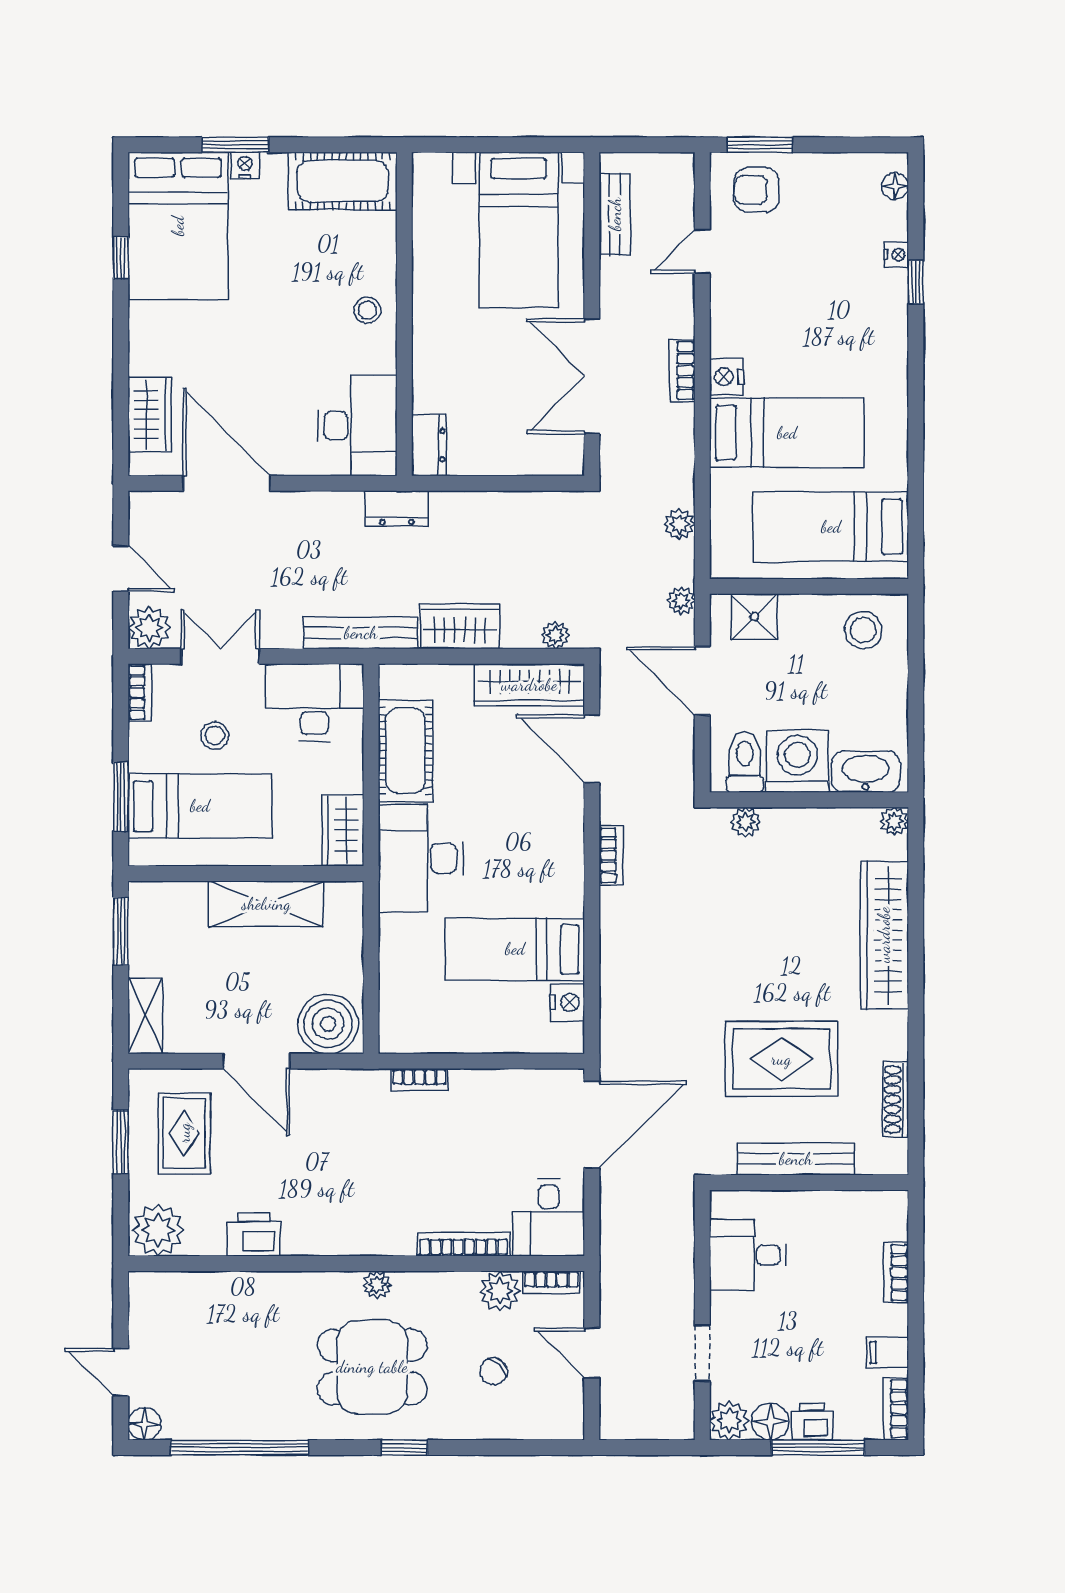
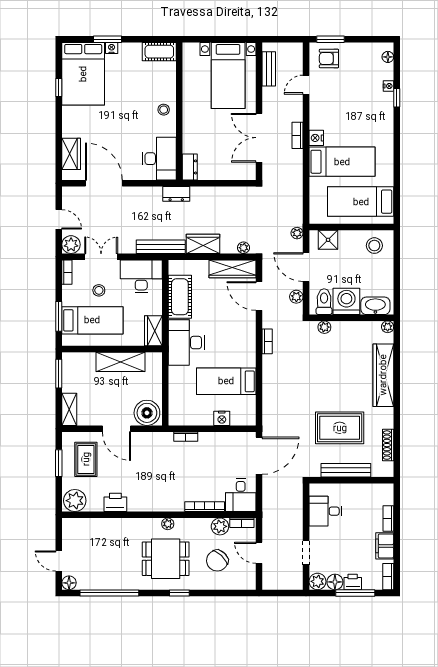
cot: (343, 181) -> (159, 52), width x0.73, depth x0.75
plant: (679, 524) -> (296, 297), moved
nightstand: (567, 1002) -> (222, 418), moved, turned 90
filing cabinet: (888, 1353) -> (385, 546), width x2.00
chair: (493, 1371) -> (217, 561), width x1.87, depth x1.87

